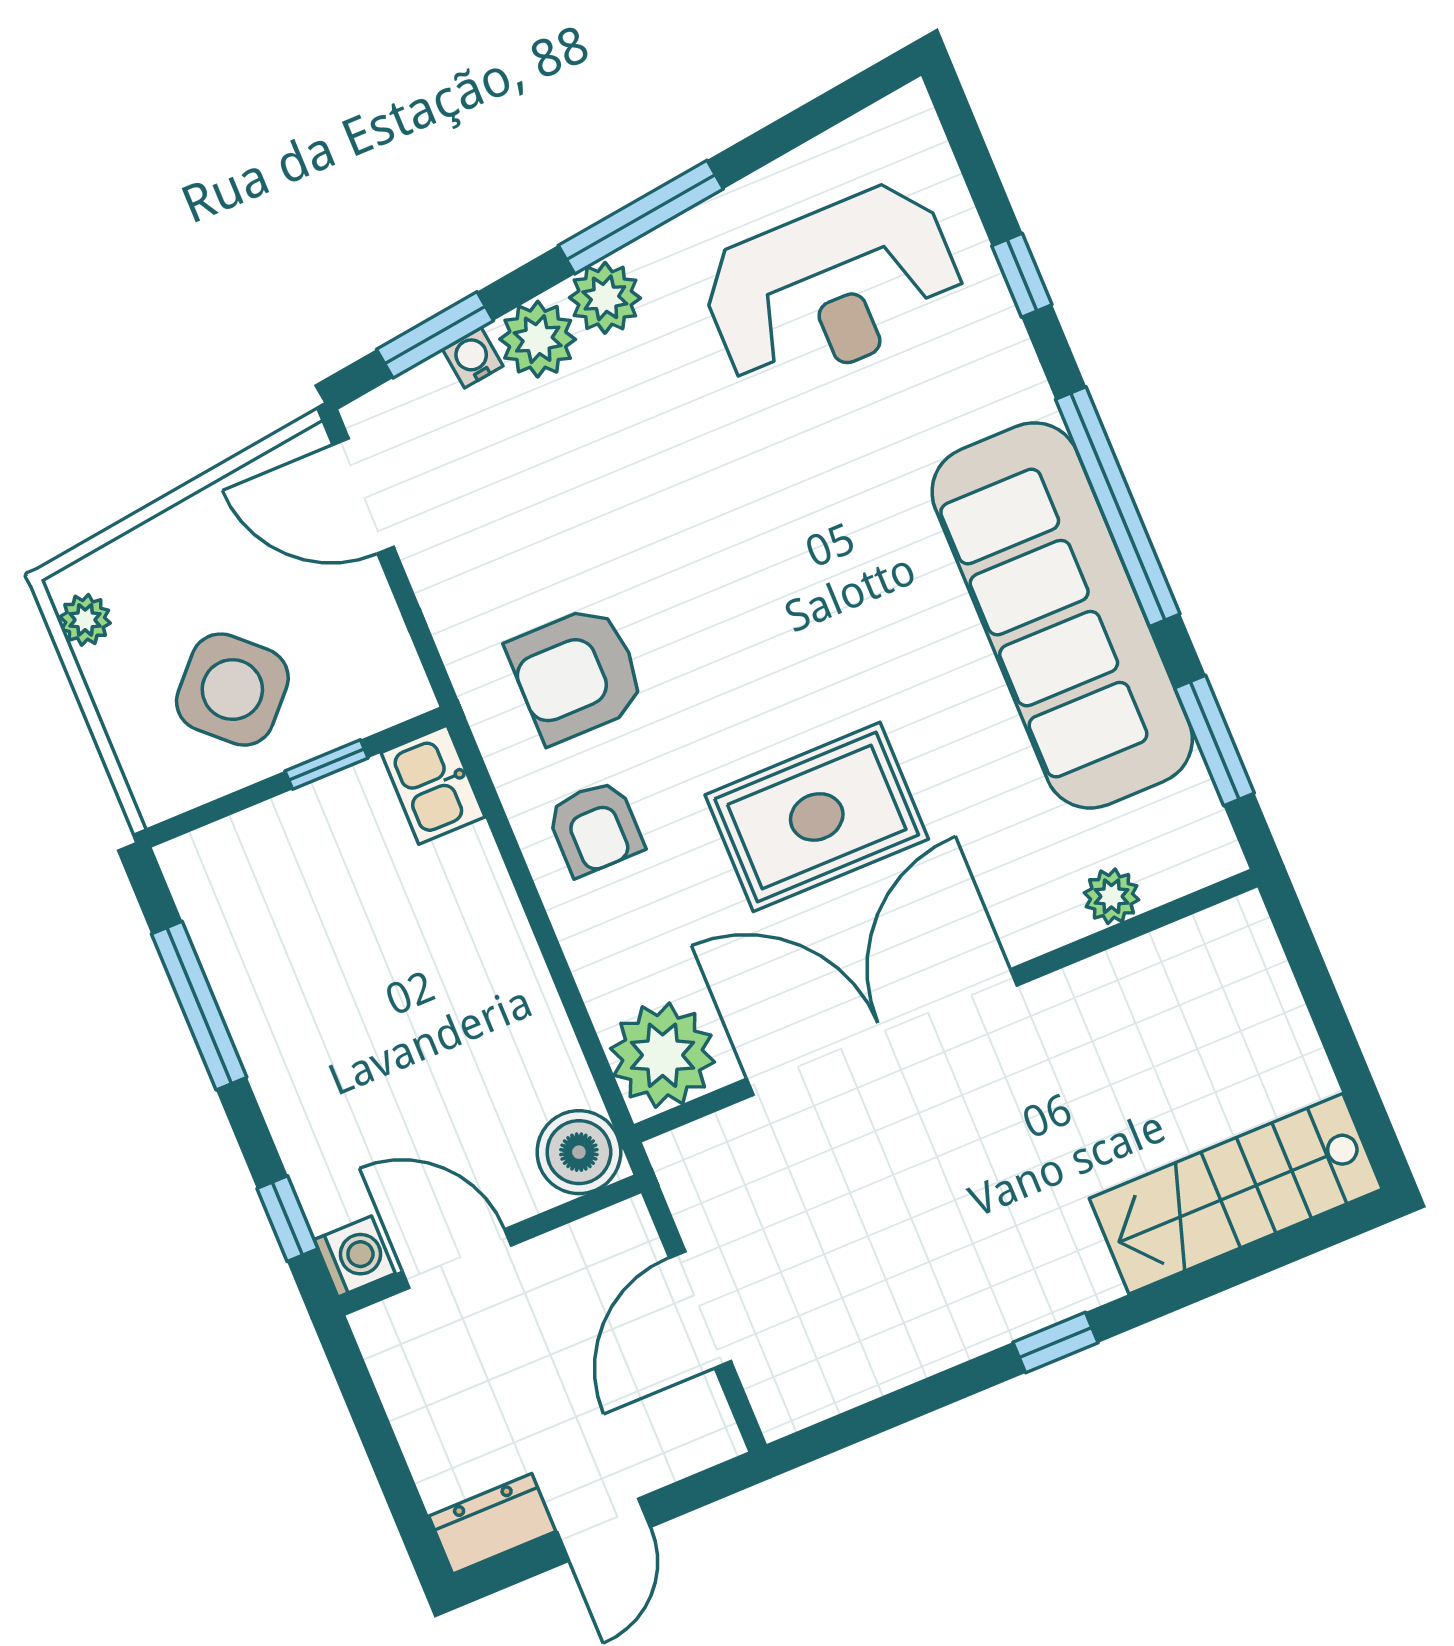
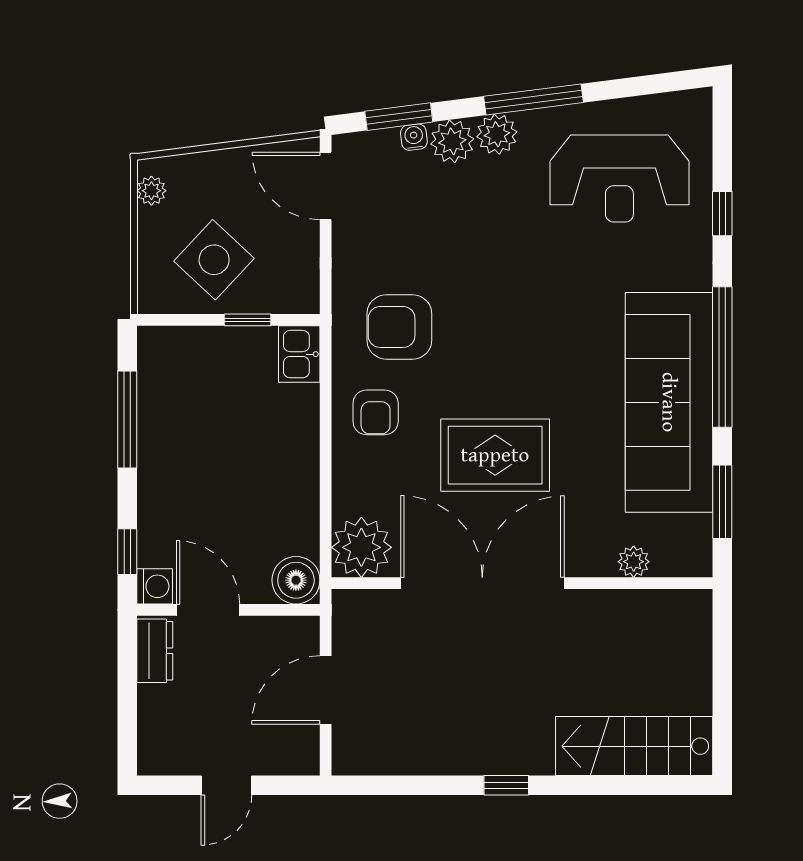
dresser: (492, 1524) -> (155, 651), moved, turned 90

